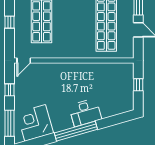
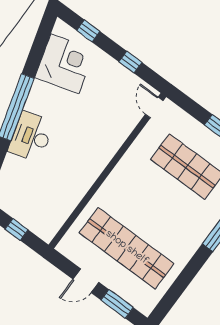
window: (9, 123) -> (88, 31), width x0.46

